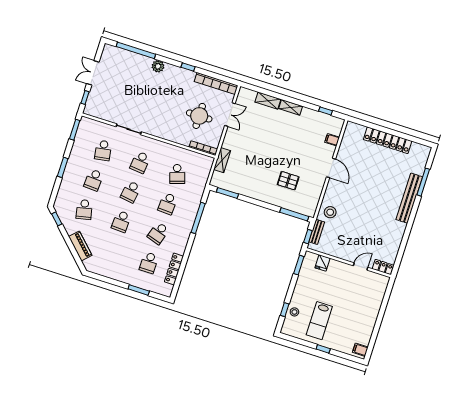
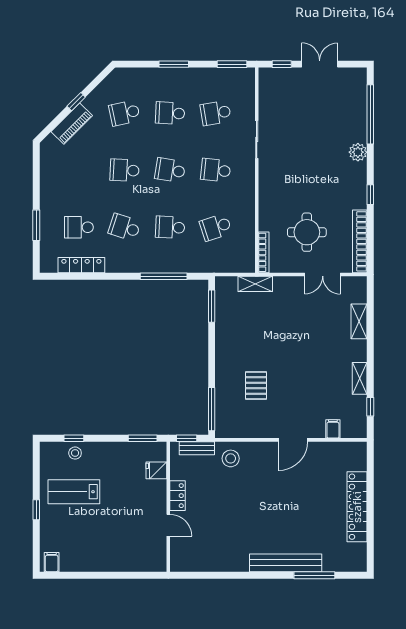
shelving: (291, 107) -> (360, 378), moved
window: (57, 219) -> (76, 102), moved
locker: (383, 267) -> (177, 496), moved

